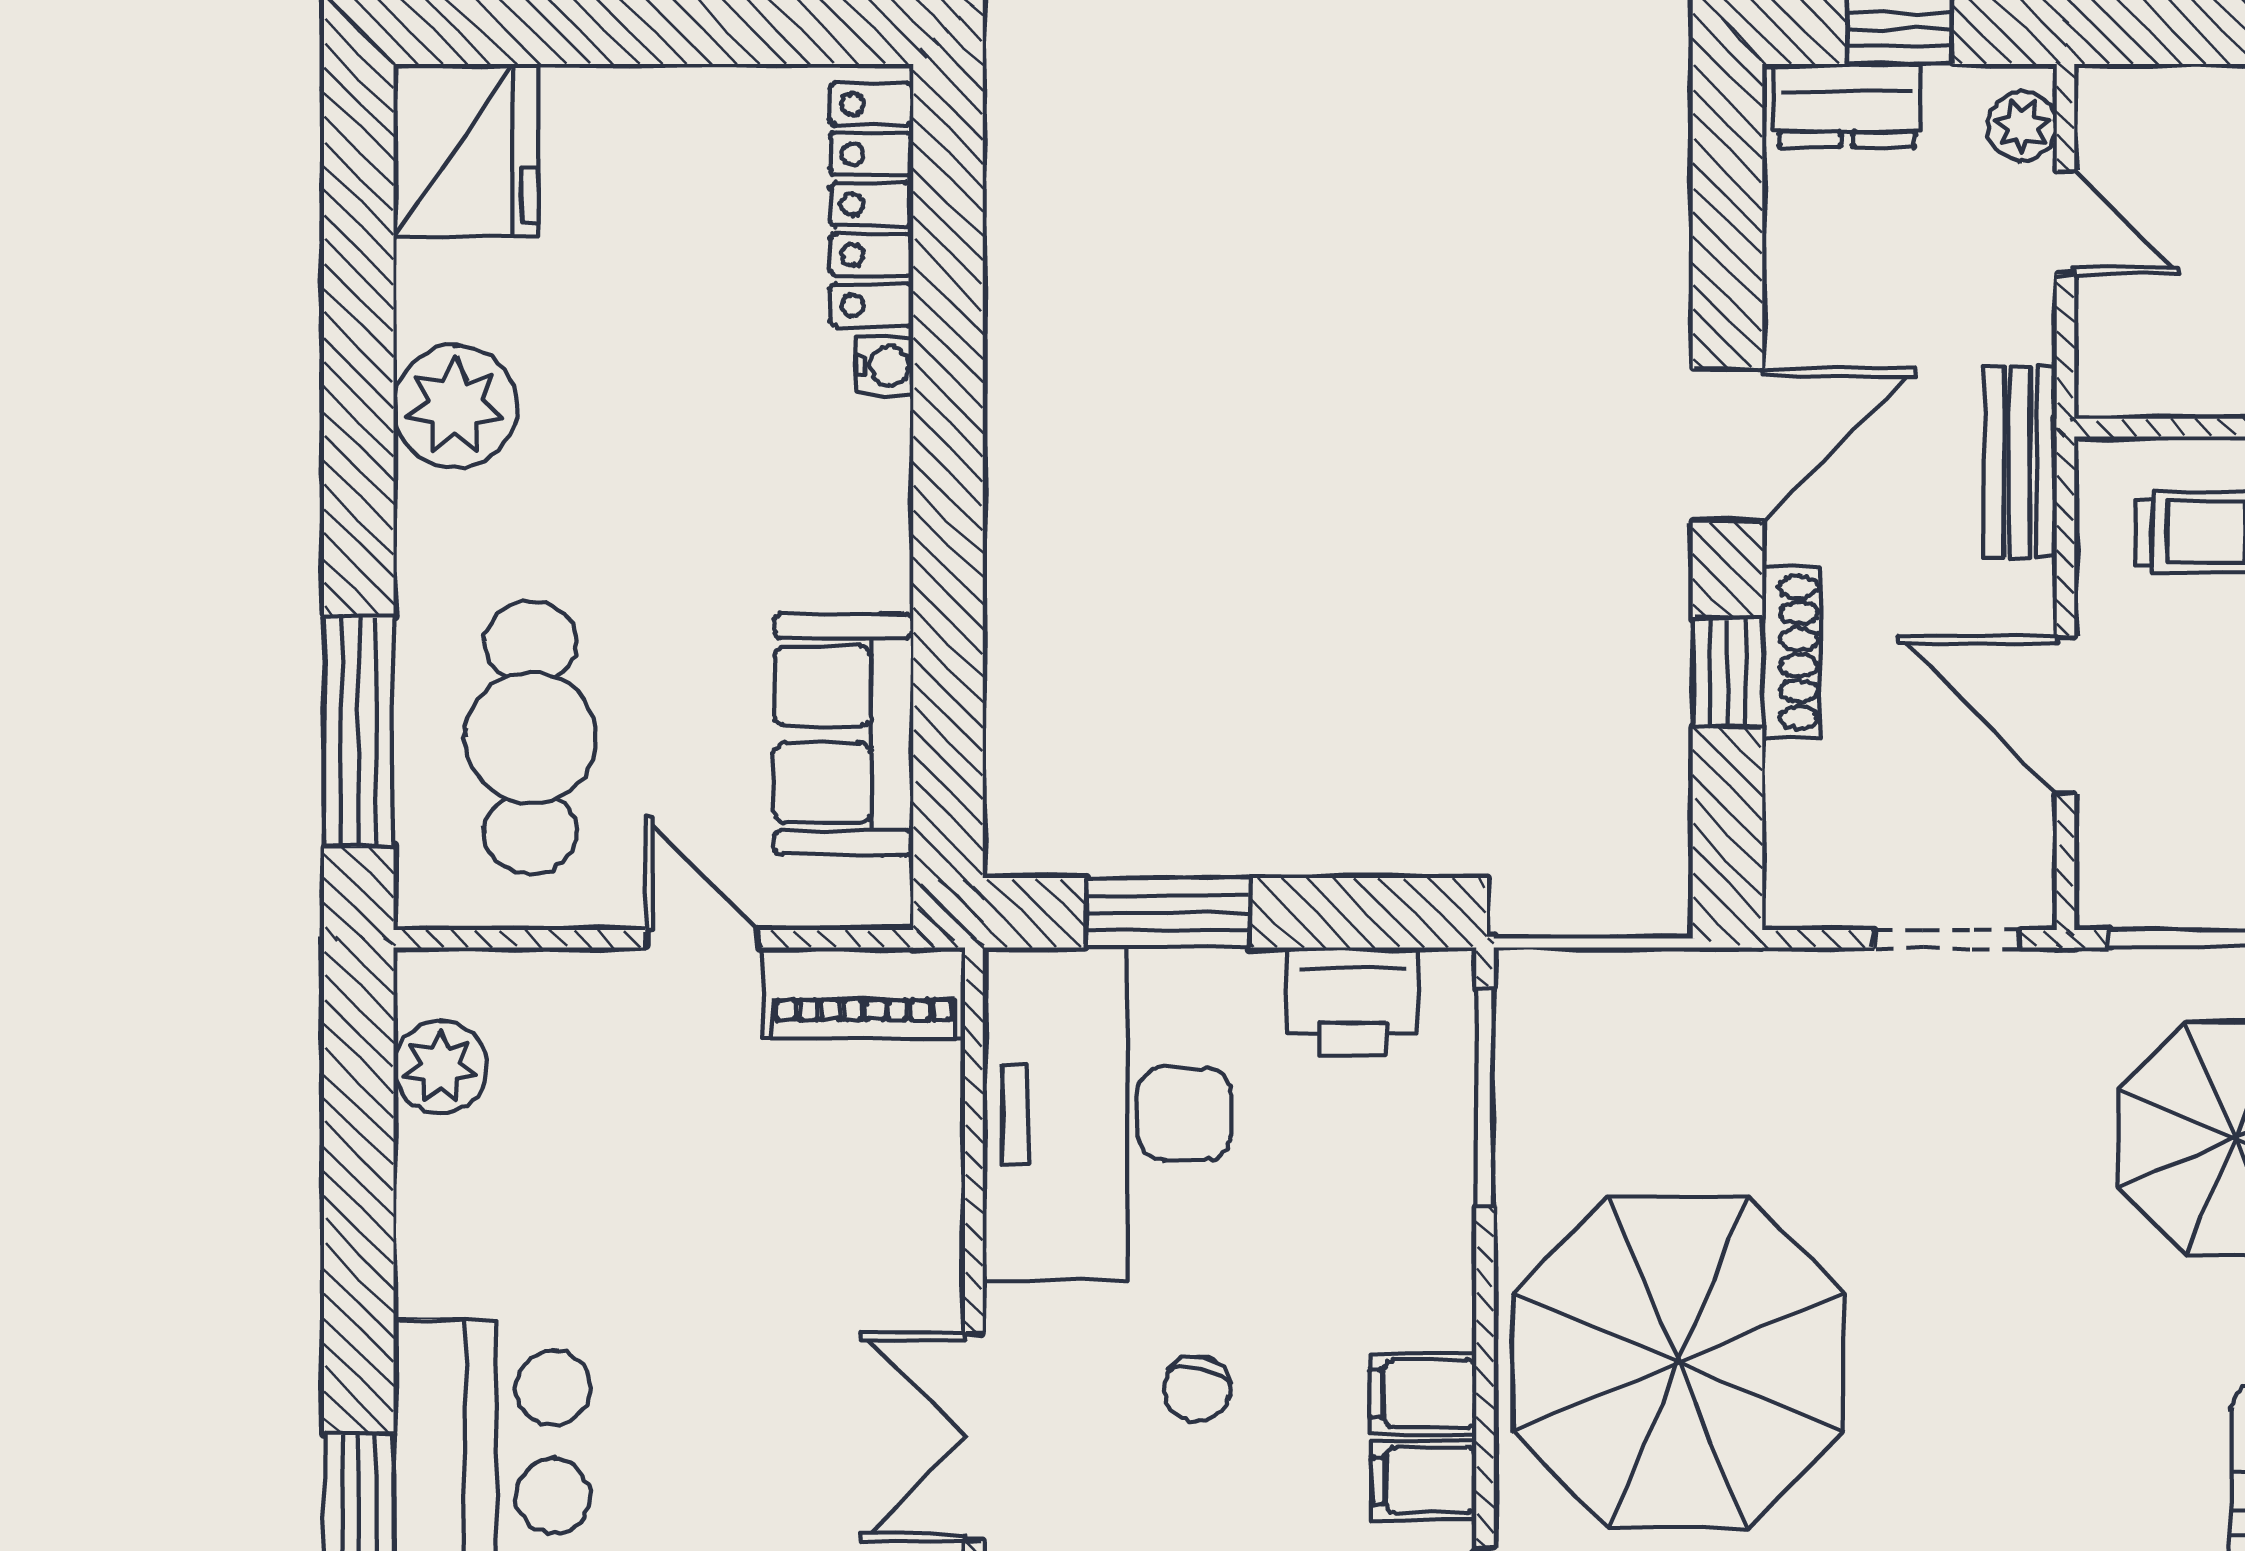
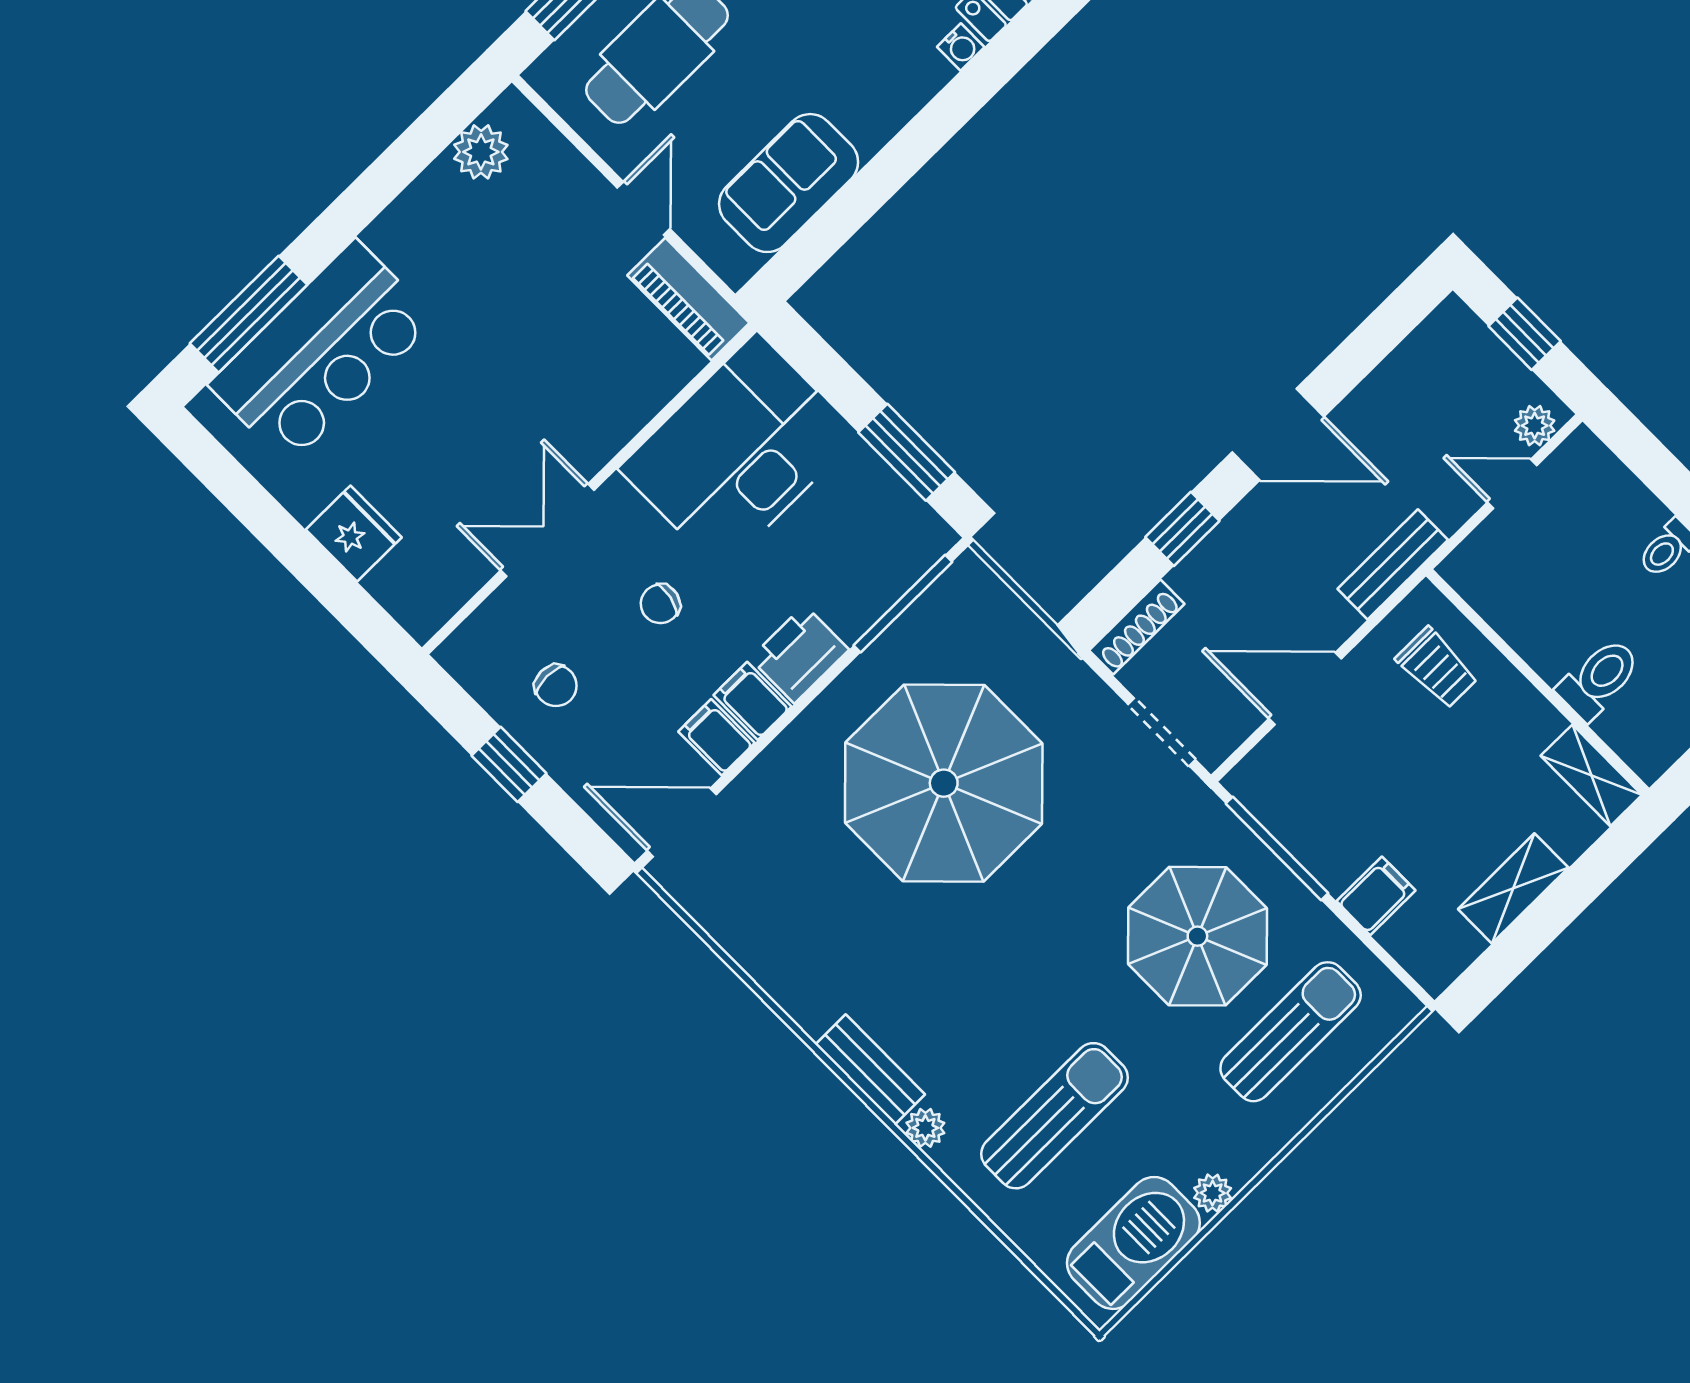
dresser: (1847, 105) -> (1470, 343), removed
door: (2065, 223) -> (1512, 484), swing flipped
shoe rack: (1791, 652) -> (1137, 627), moved
door: (2065, 715) -> (1305, 689), hinge flipped
window: (1168, 913) -> (907, 452), moved
printer: (1352, 1001) -> (799, 654), moved, turned 90
parasol: (1678, 1362) -> (944, 783), moved

